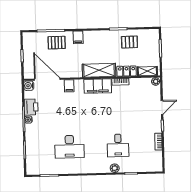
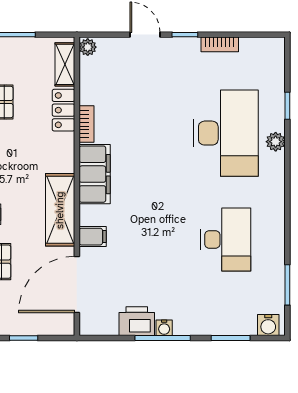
shelving: (99, 70) -> (60, 210), moved
water cooler: (29, 86) -> (268, 325), moved
desk: (118, 145) -> (226, 133), width x1.87, depth x1.30

